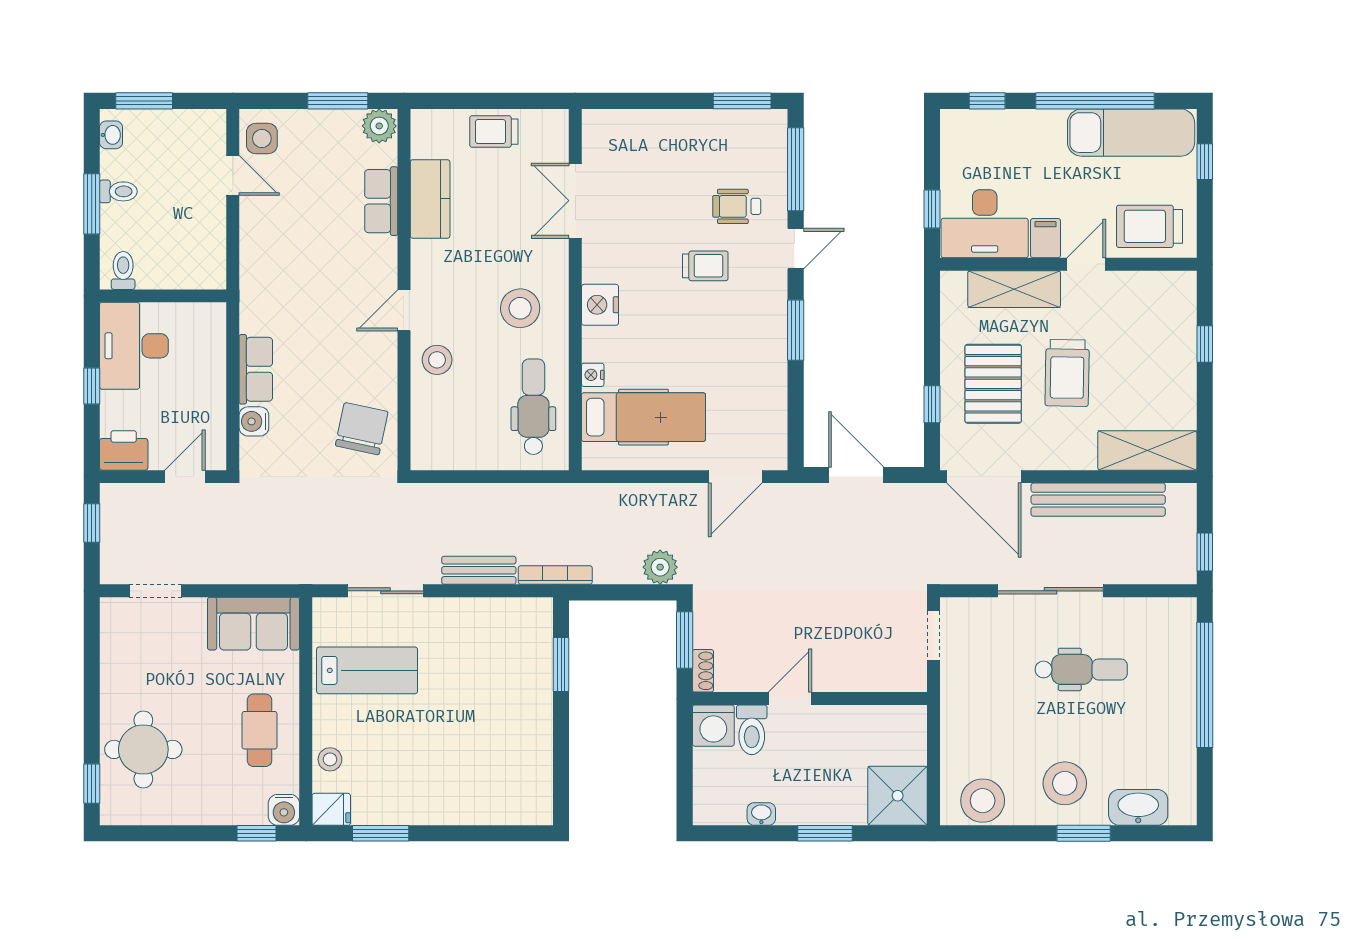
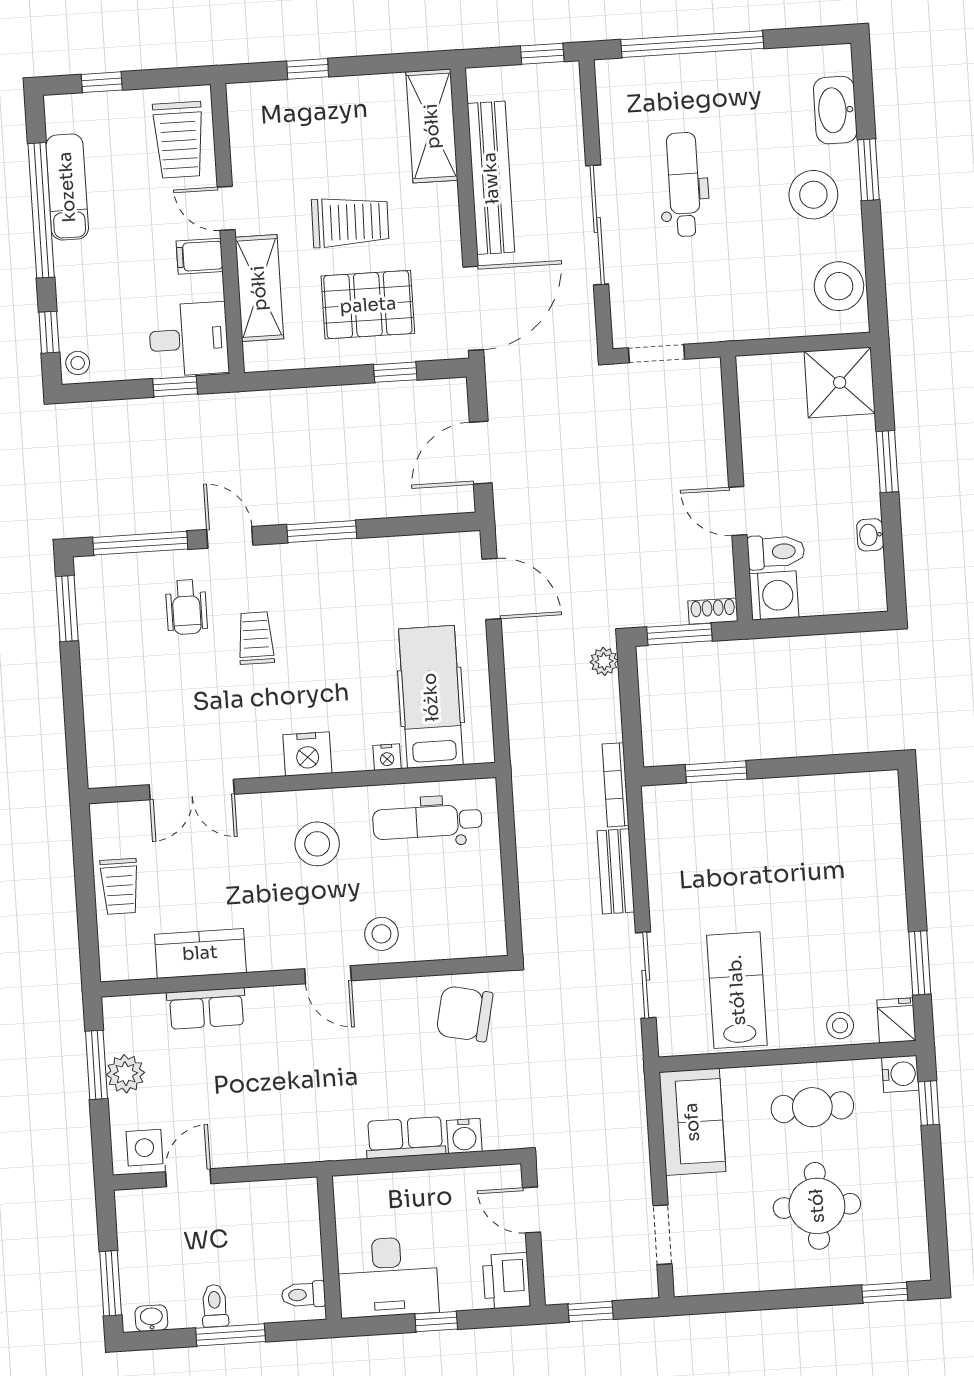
stool: (958, 124) -> (78, 363), added
plant: (379, 126) -> (125, 1074), moved
exam couch: (1131, 133) -> (67, 187), width x0.73, depth x0.69
desk: (985, 224) -> (189, 339), width x0.73
plant: (660, 567) -> (604, 661), width x0.73, depth x0.73
round table: (143, 749) -> (817, 1206), moved

